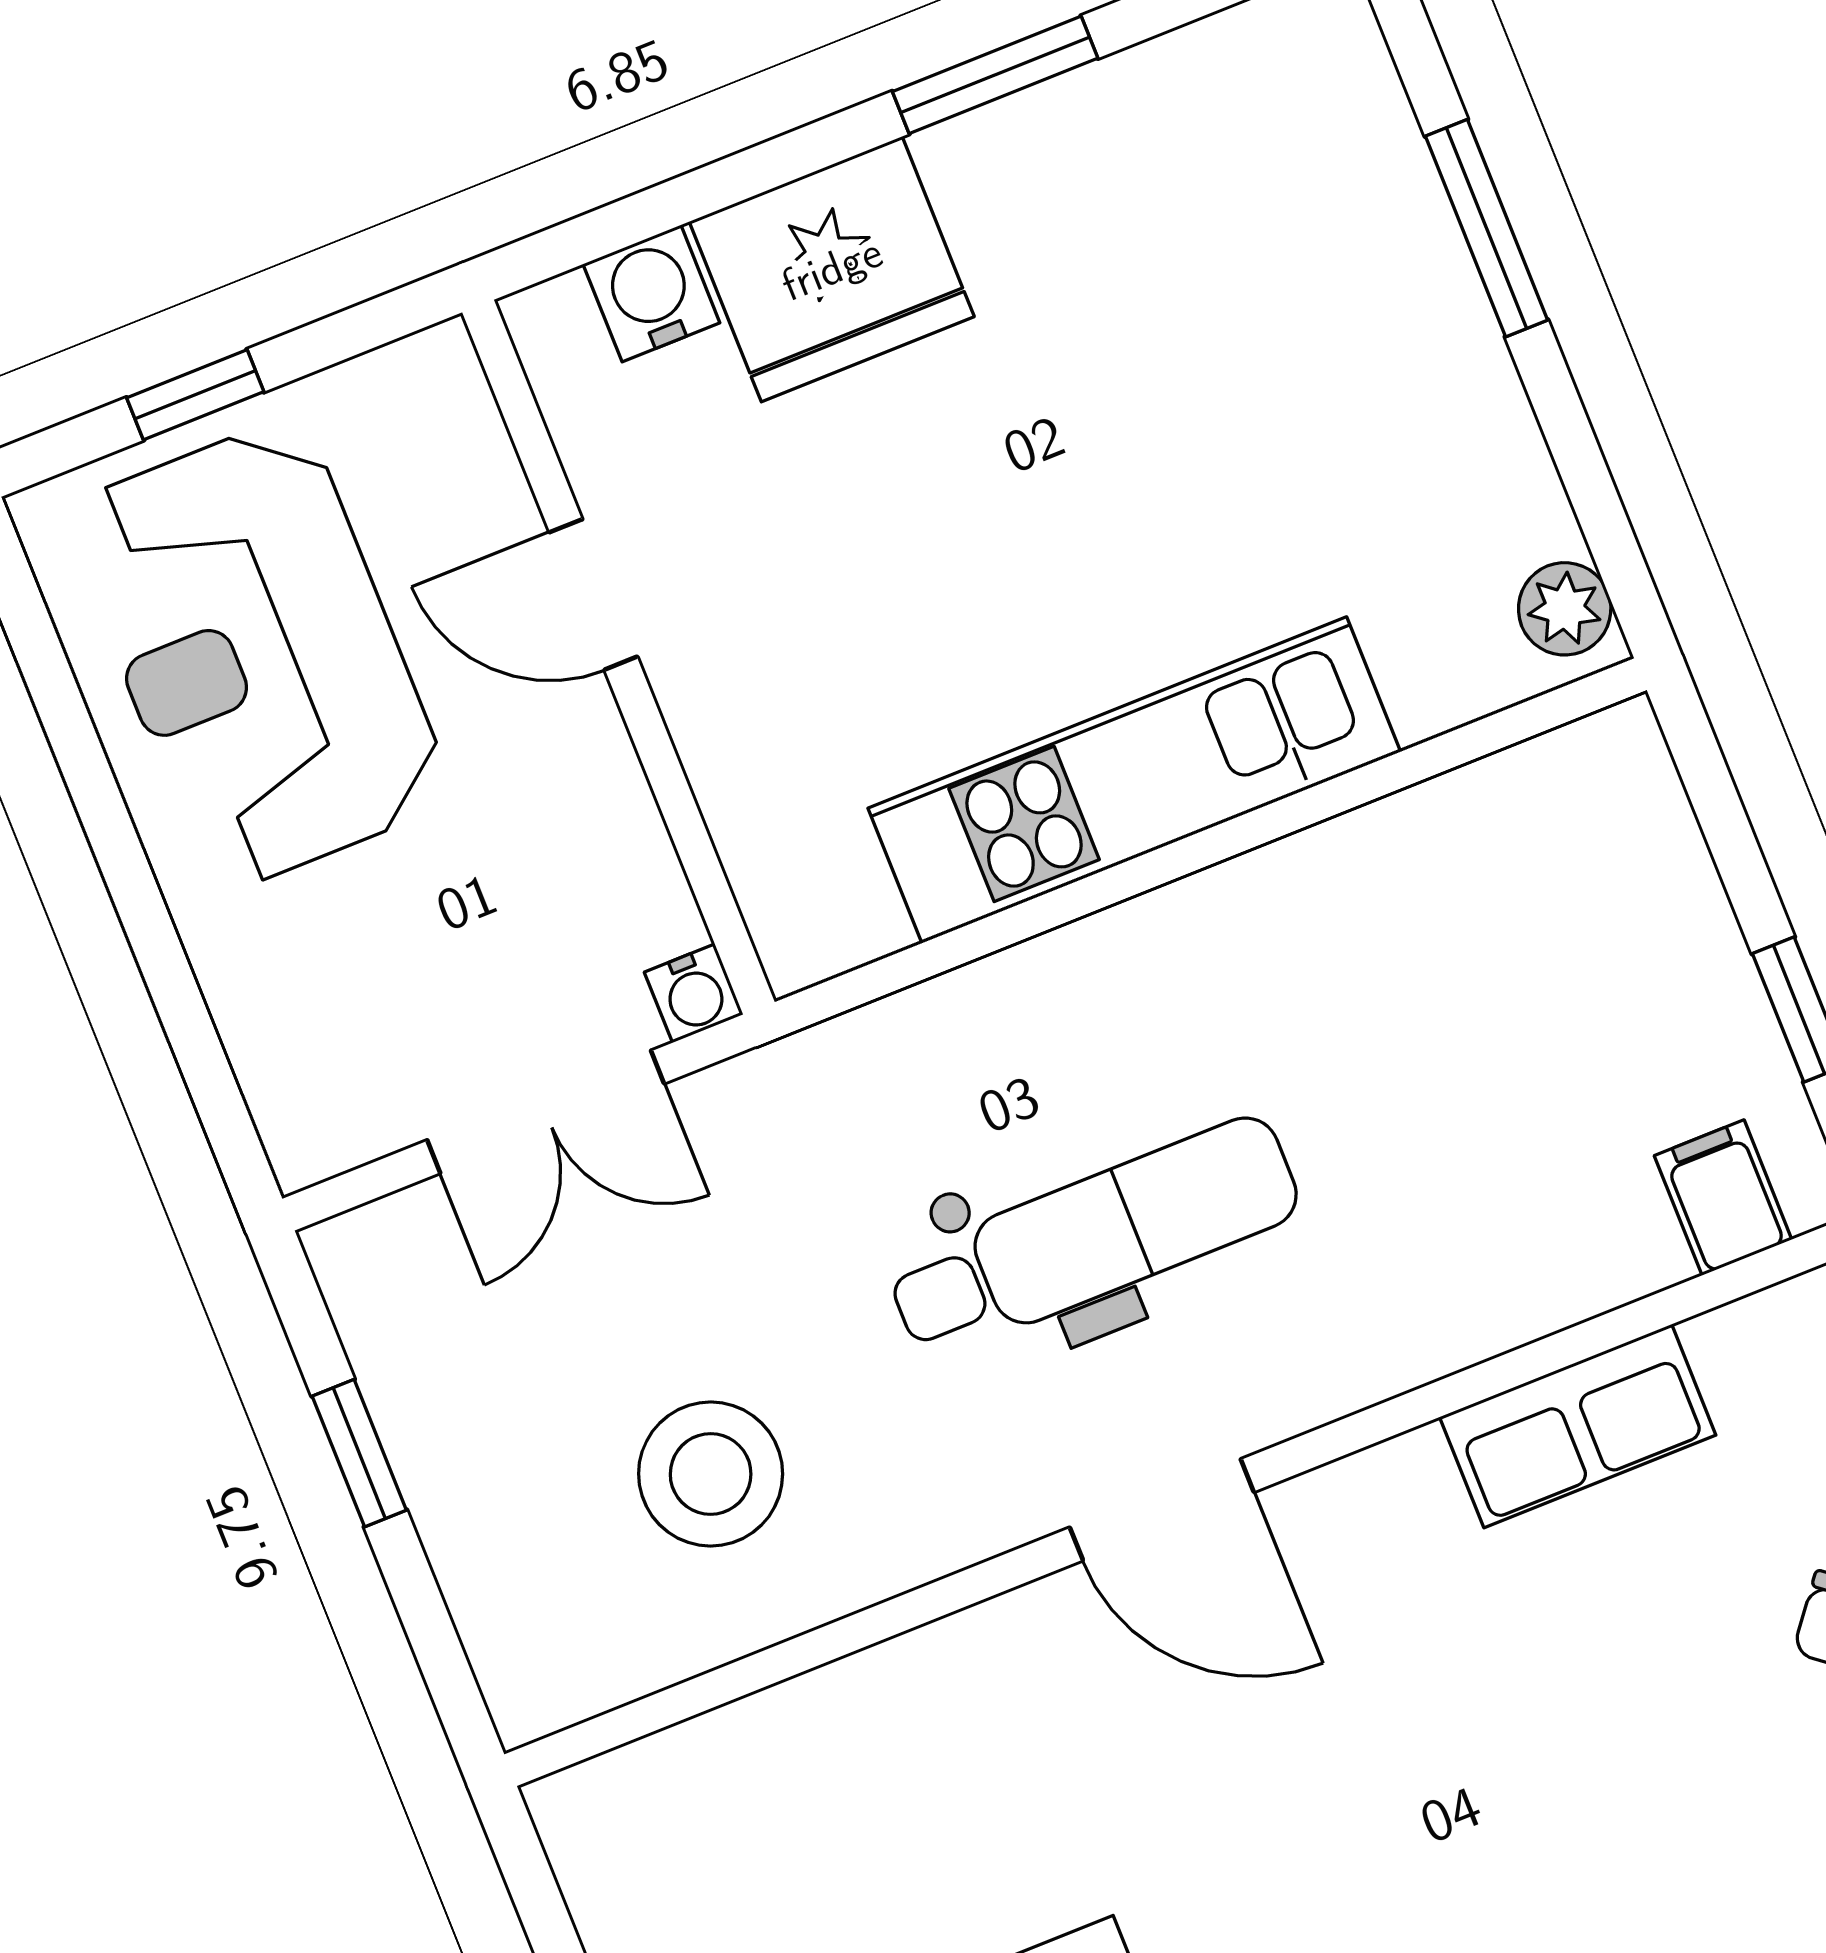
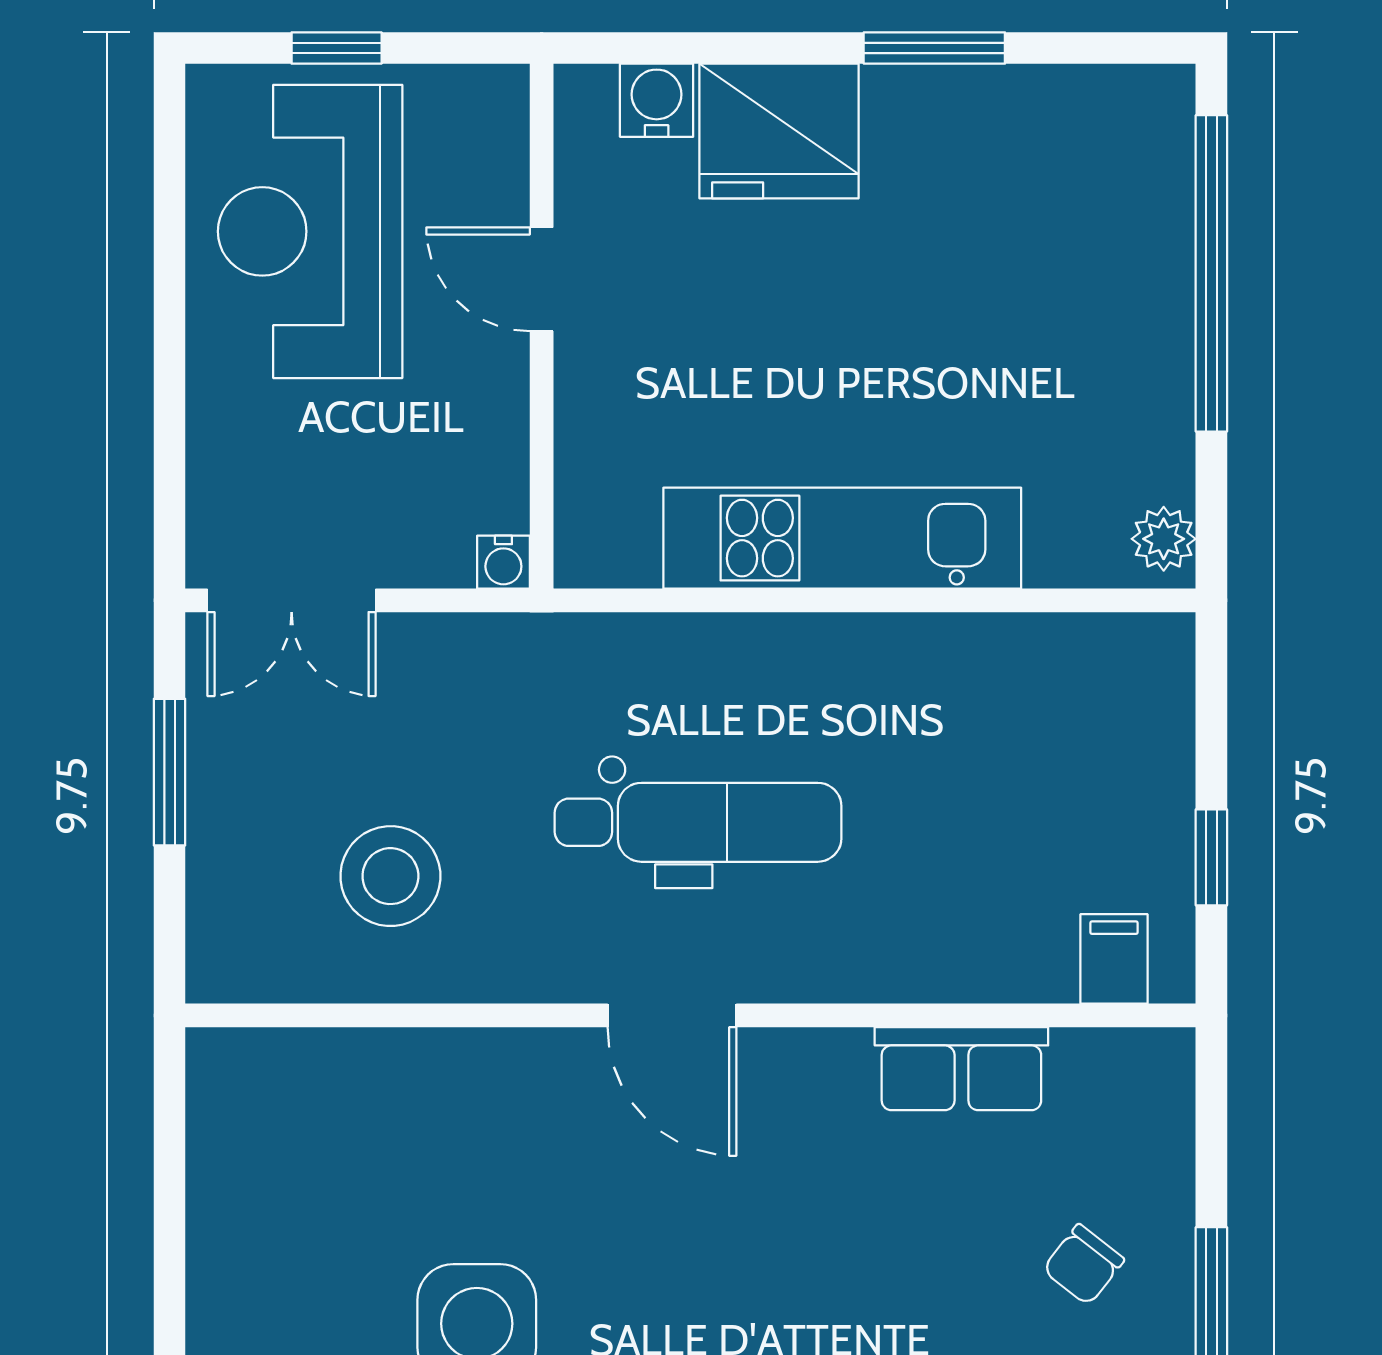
window: (1486, 228) -> (1211, 273), width x2.11
double door: (546, 1112) -> (292, 600), moved
window: (359, 1453) -> (170, 772), width x1.50

